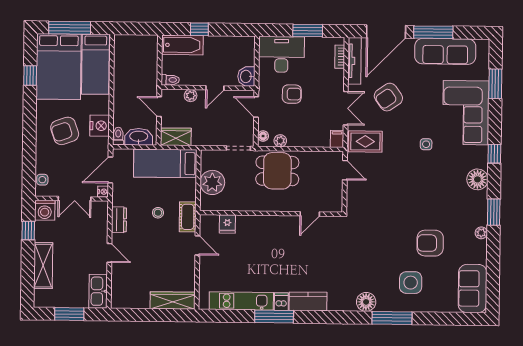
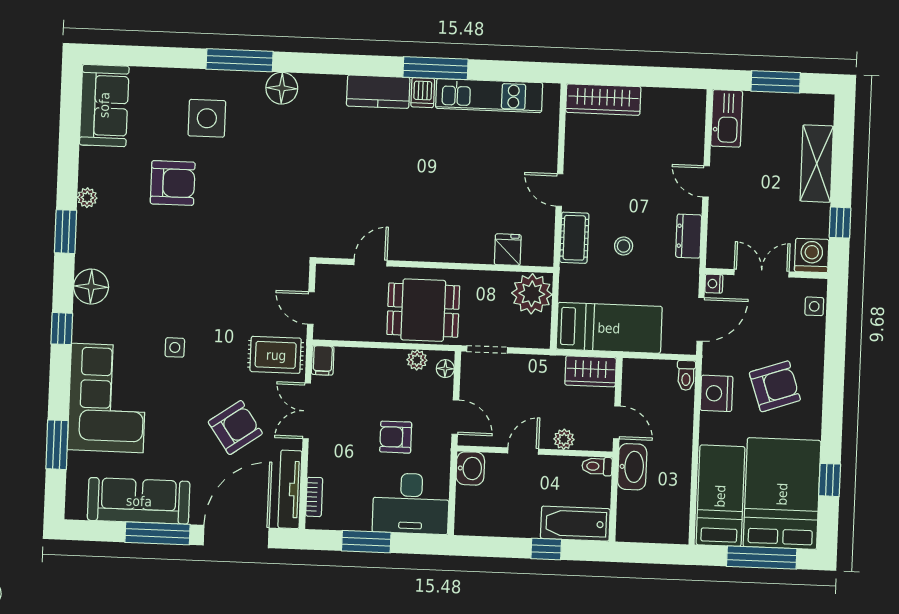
washbasin: (139, 137) -> (632, 467), moved, turned -90
wall: (271, 213) -> (435, 265), moved
door: (310, 214) -> (370, 263), moved
fridge: (227, 224) -> (508, 250), moved

